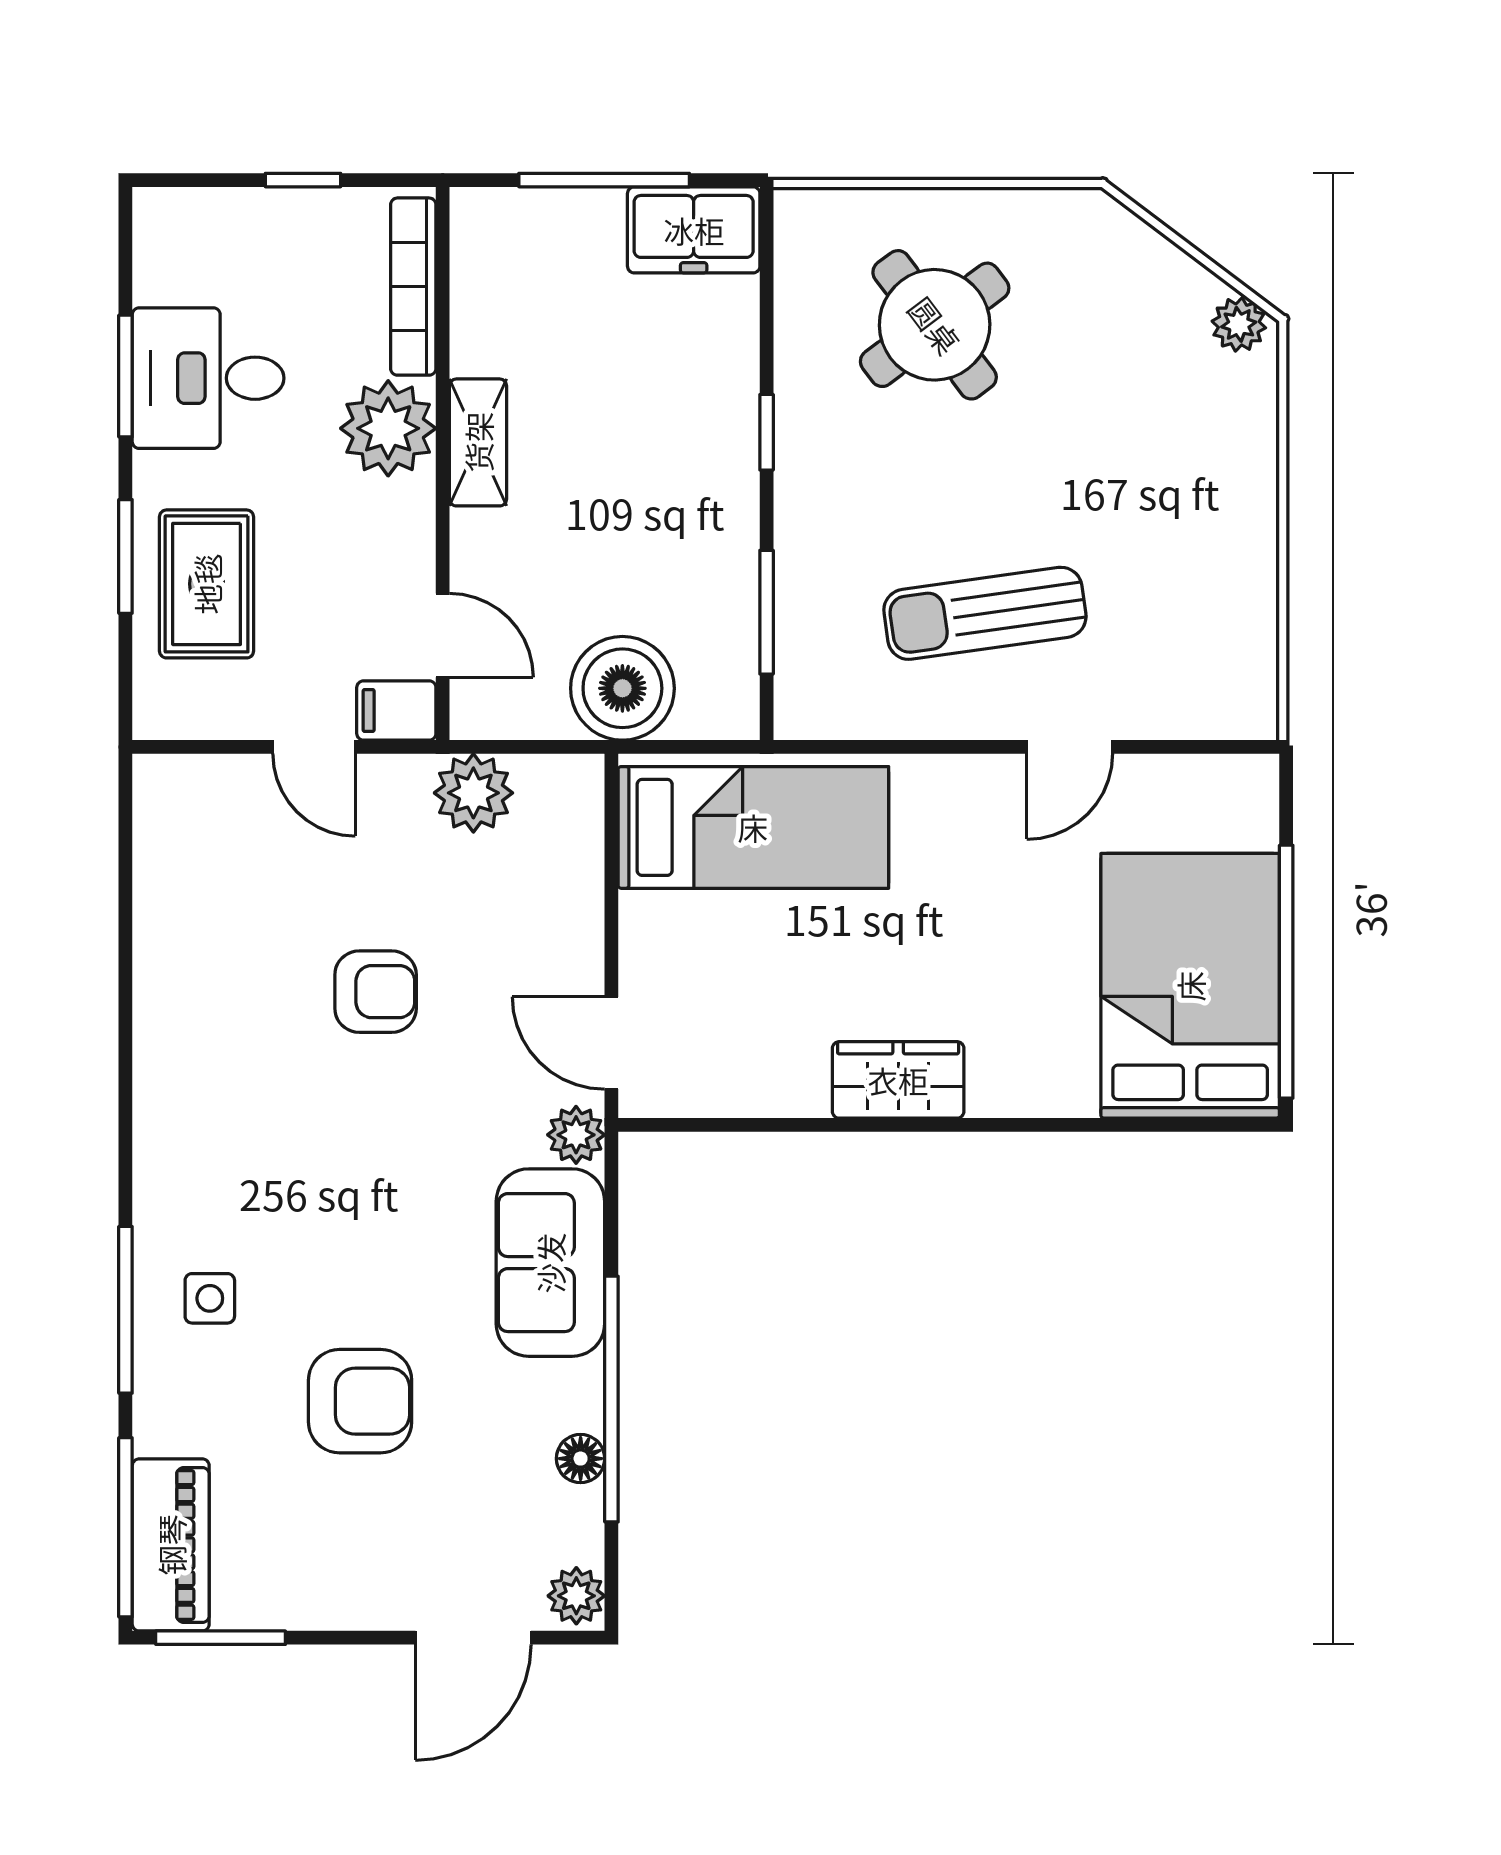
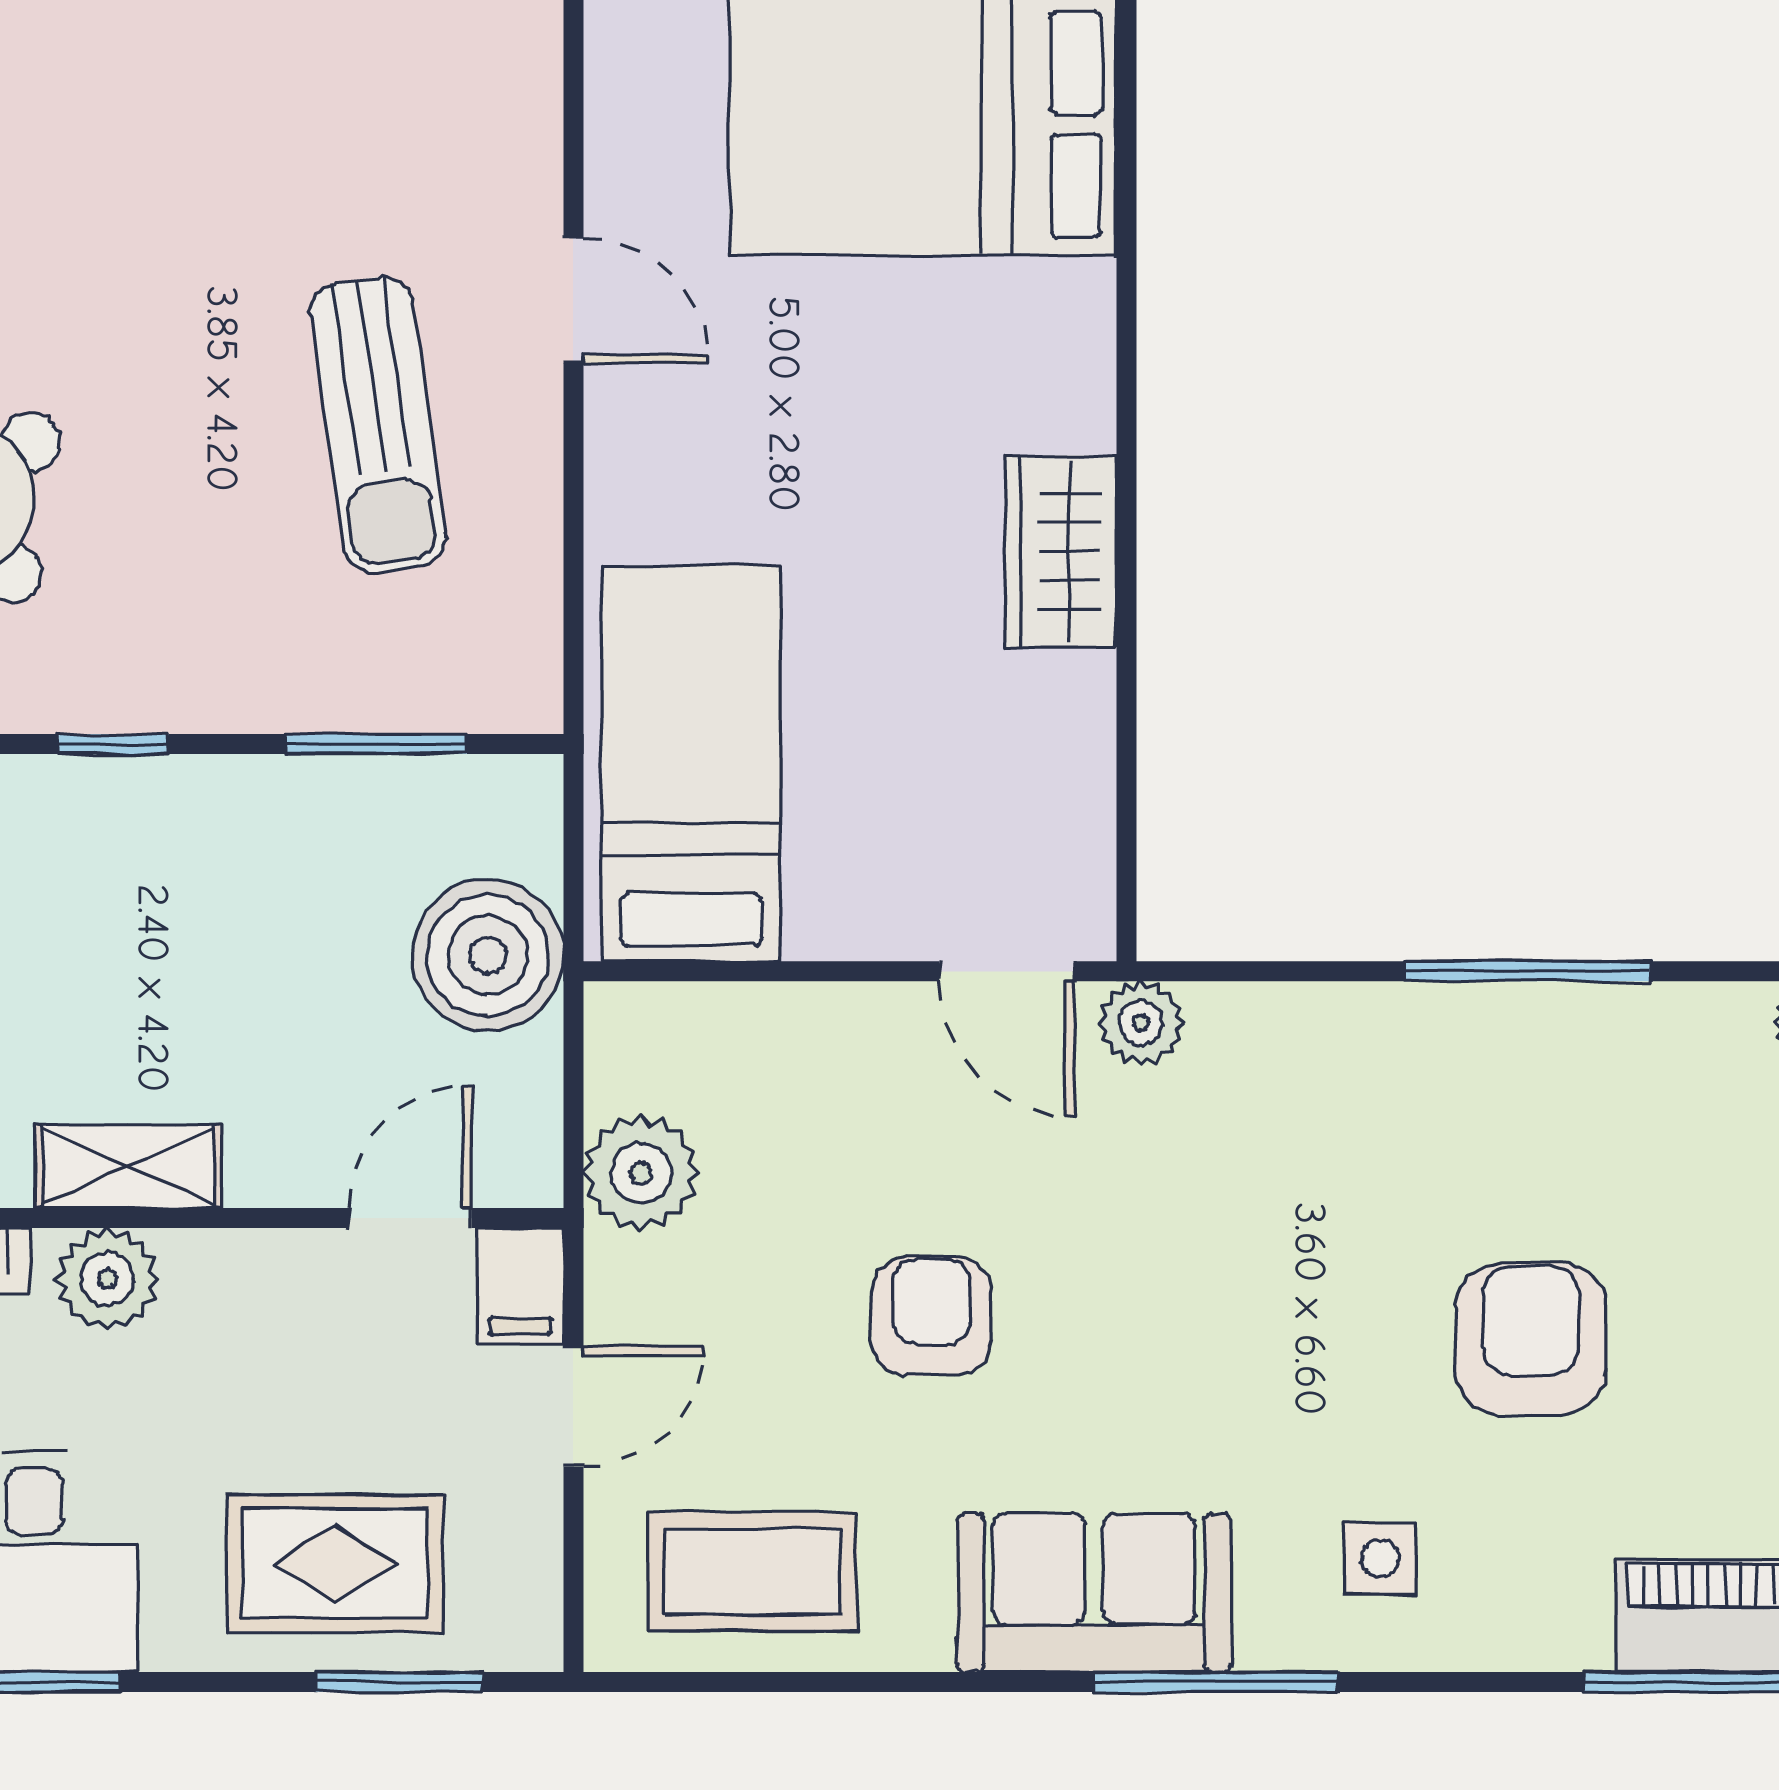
plant: (388, 428) -> (107, 1279), width x0.73, depth x0.73
window: (125, 556) -> (399, 1682), moved
coffee table: (201, 869) -> (752, 1571), added
door: (611, 1043) -> (1007, 971), hinge flipped
sofa: (550, 1263) -> (1094, 1593), moved, turned 180
window: (125, 1310) -> (1215, 1682), moved
window: (611, 1399) -> (1528, 971), width x0.68
floor lamp: (581, 1459) -> (1615, 1016), removed

